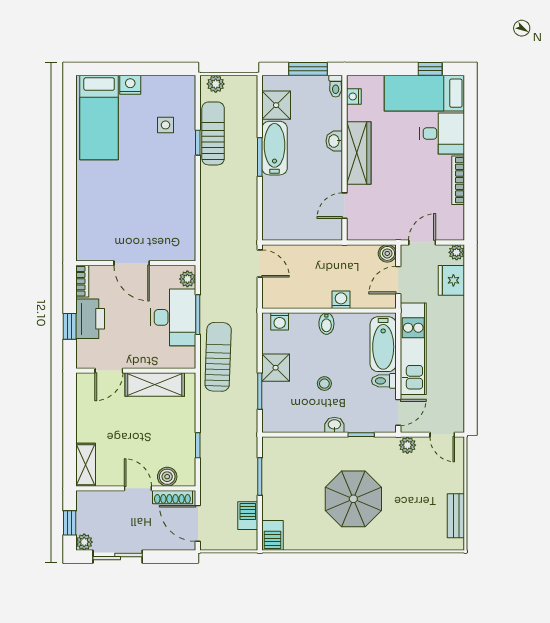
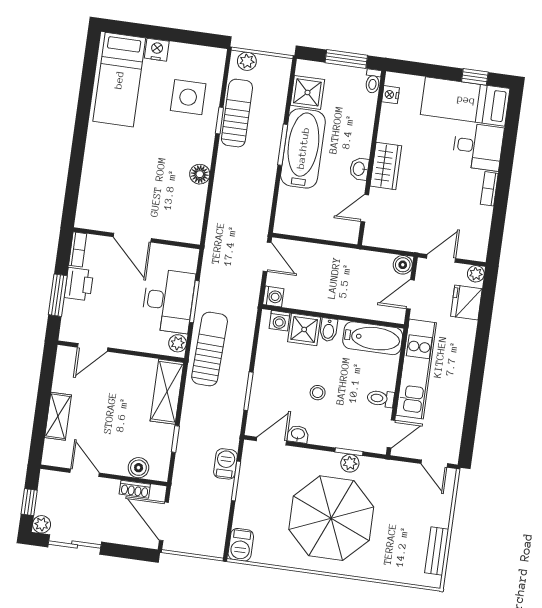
side table: (166, 125) -> (188, 97), width x1.87, depth x1.87
washbasin: (334, 141) -> (359, 169), moved
bathtub: (275, 148) -> (303, 148), width x1.36, depth x1.36
wardrobe: (359, 153) -> (386, 166), width x0.67
bookcase: (458, 180) -> (489, 189), width x0.64
floor lamp: (186, 195) -> (200, 174), added
plant: (187, 279) -> (178, 343), moved
washing machine: (341, 300) -> (273, 297), moved, turned 90
printer: (90, 319) -> (79, 284), width x0.73, depth x0.84
window: (70, 326) -> (58, 295), width x1.50
bathtub: (383, 344) -> (373, 338), moved, turned -90
shower: (276, 368) -> (304, 329), moved
shelving: (155, 384) -> (167, 392), moved, turned 90
washbasin: (334, 425) -> (298, 434), moved
door: (288, 435) -> (271, 441), added
plant: (407, 445) -> (350, 463), moved
shelving: (86, 465) -> (58, 416), moved
door: (138, 488) -> (85, 473), moved
shoe rack: (172, 497) -> (135, 489), width x0.70
parasol: (353, 499) -> (331, 518), width x1.36, depth x1.36
barbecue: (248, 516) -> (225, 464), moved

